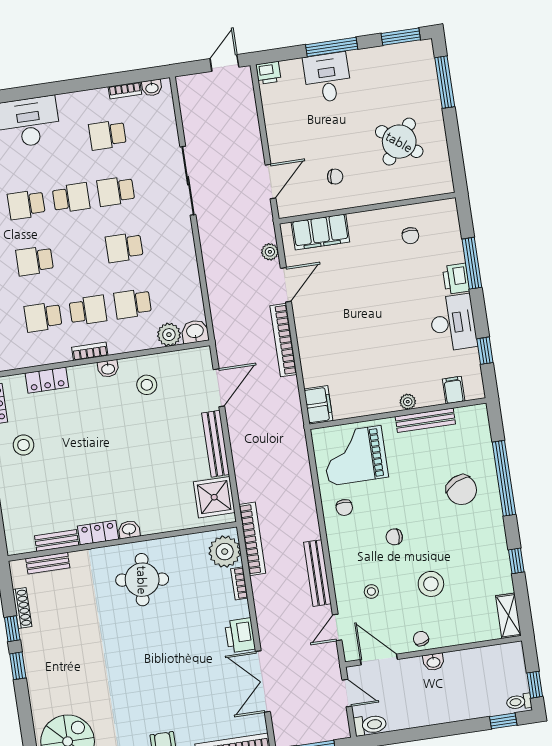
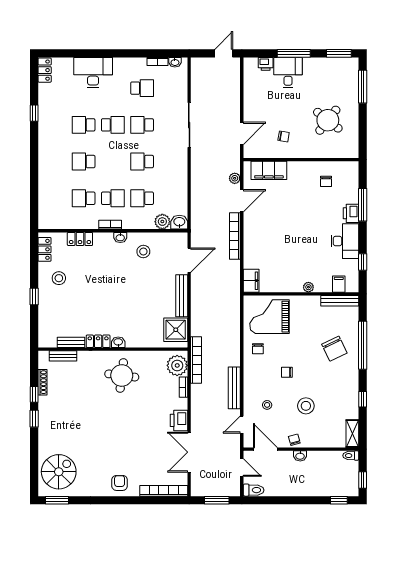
printer: (269, 73) -> (266, 64), moved
school desk: (107, 135) -> (142, 88), turned 180
bench: (425, 420) -> (340, 301), moved
toilet: (519, 702) -> (351, 456), moved

